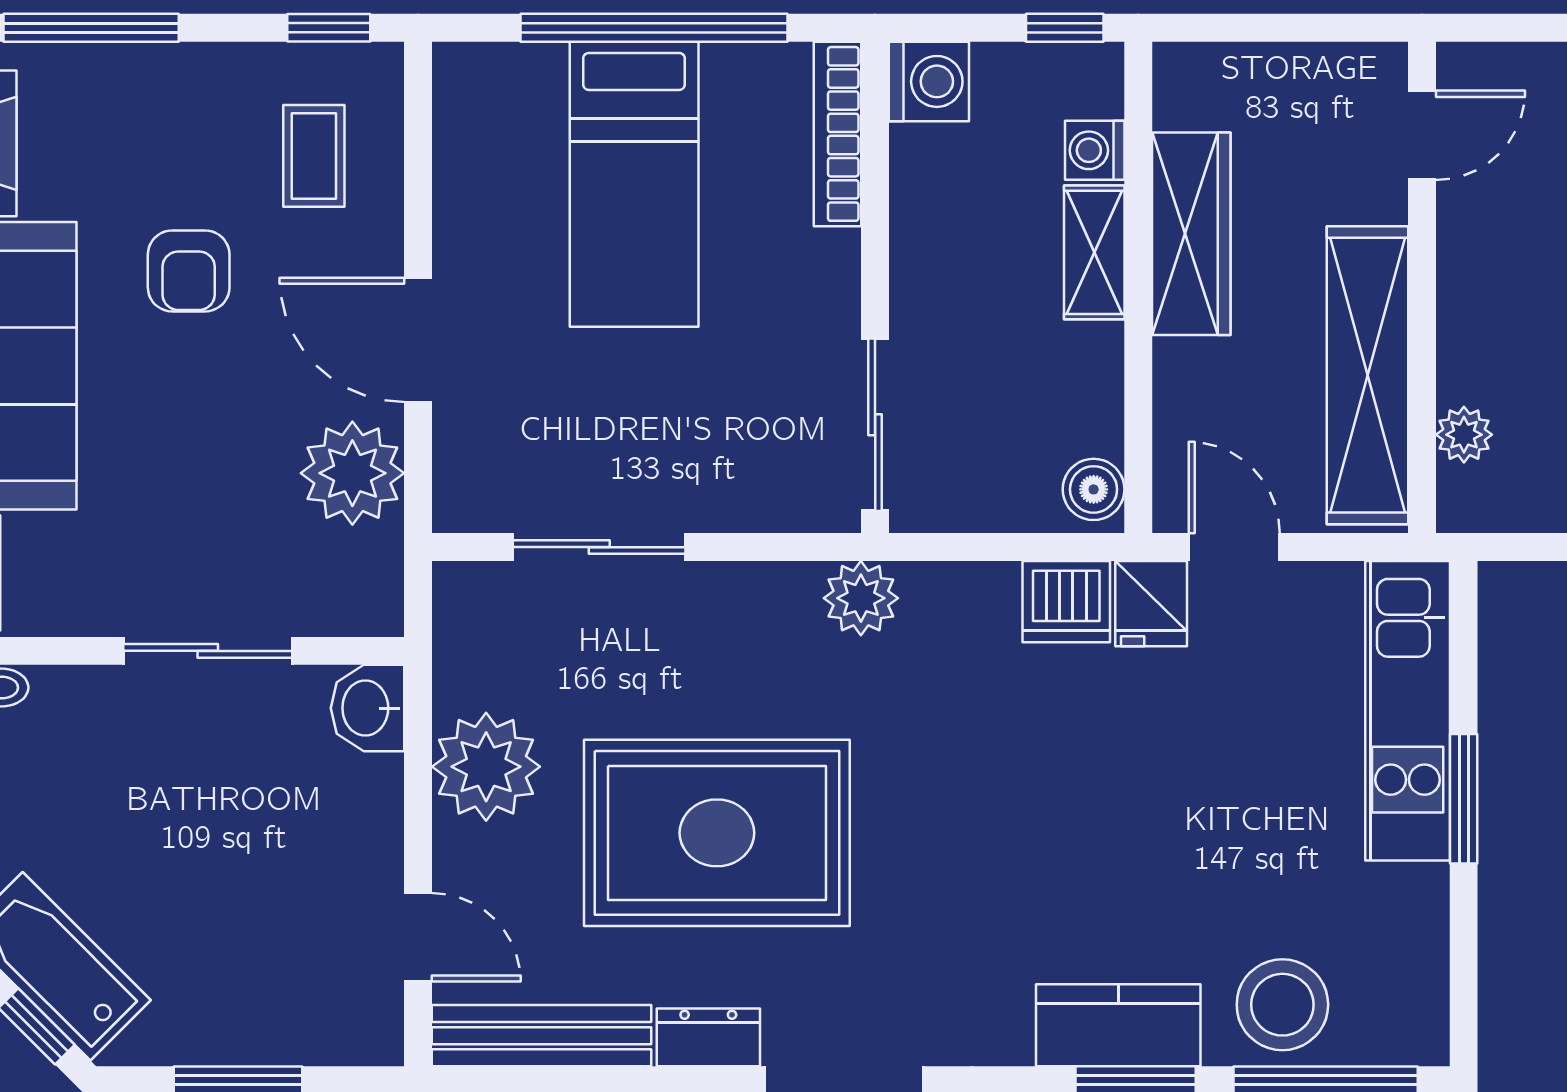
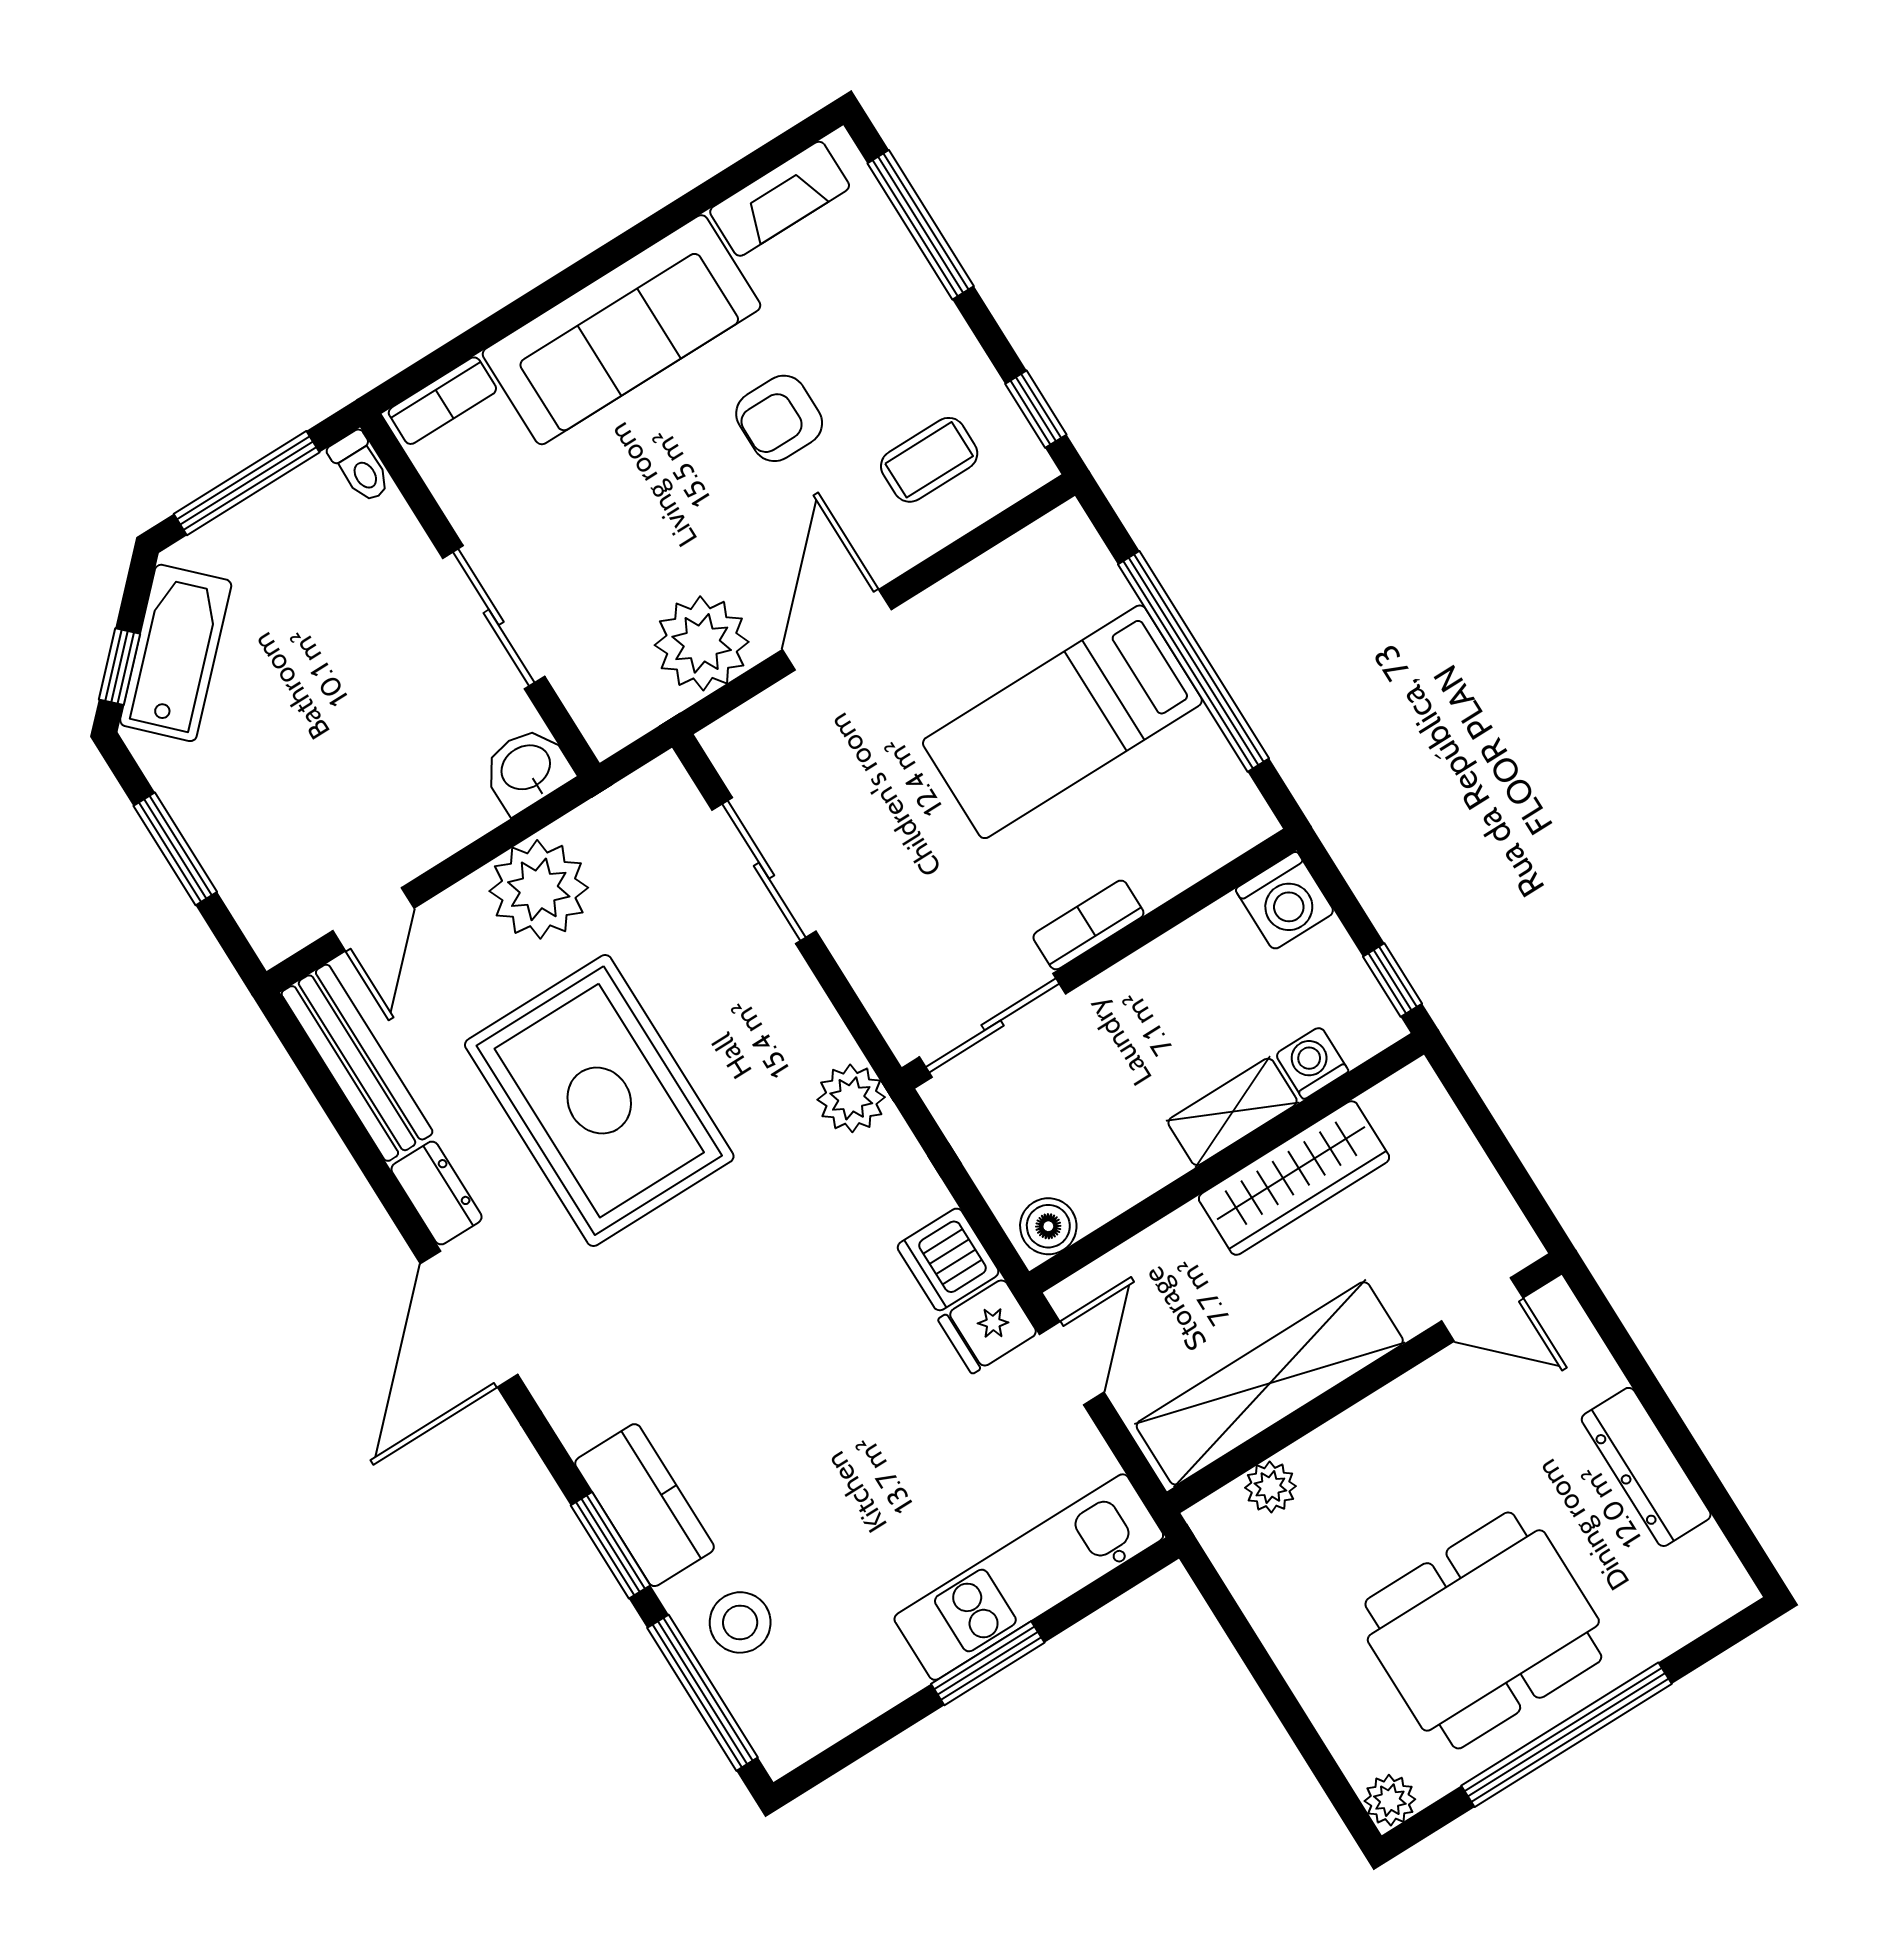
bookcase: (838, 134) -> (1088, 925), moved, width x0.64
stool: (1282, 1005) -> (740, 1622), width x0.73, depth x0.73

